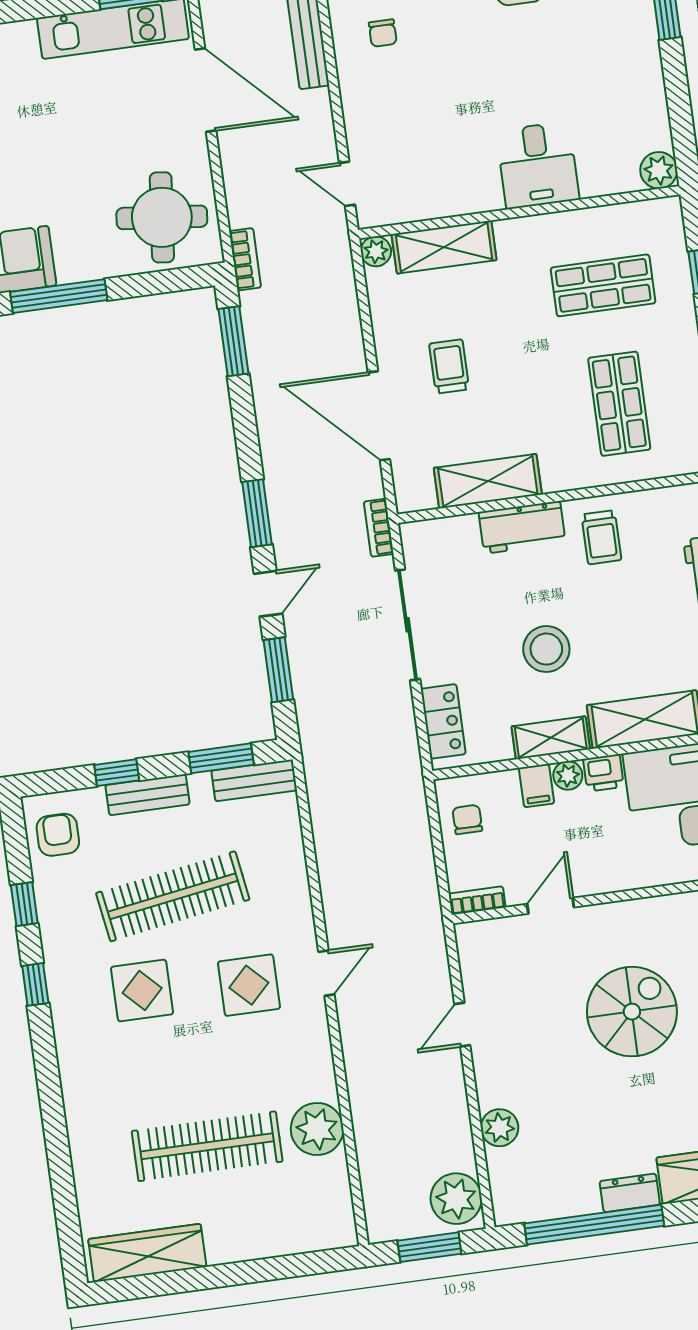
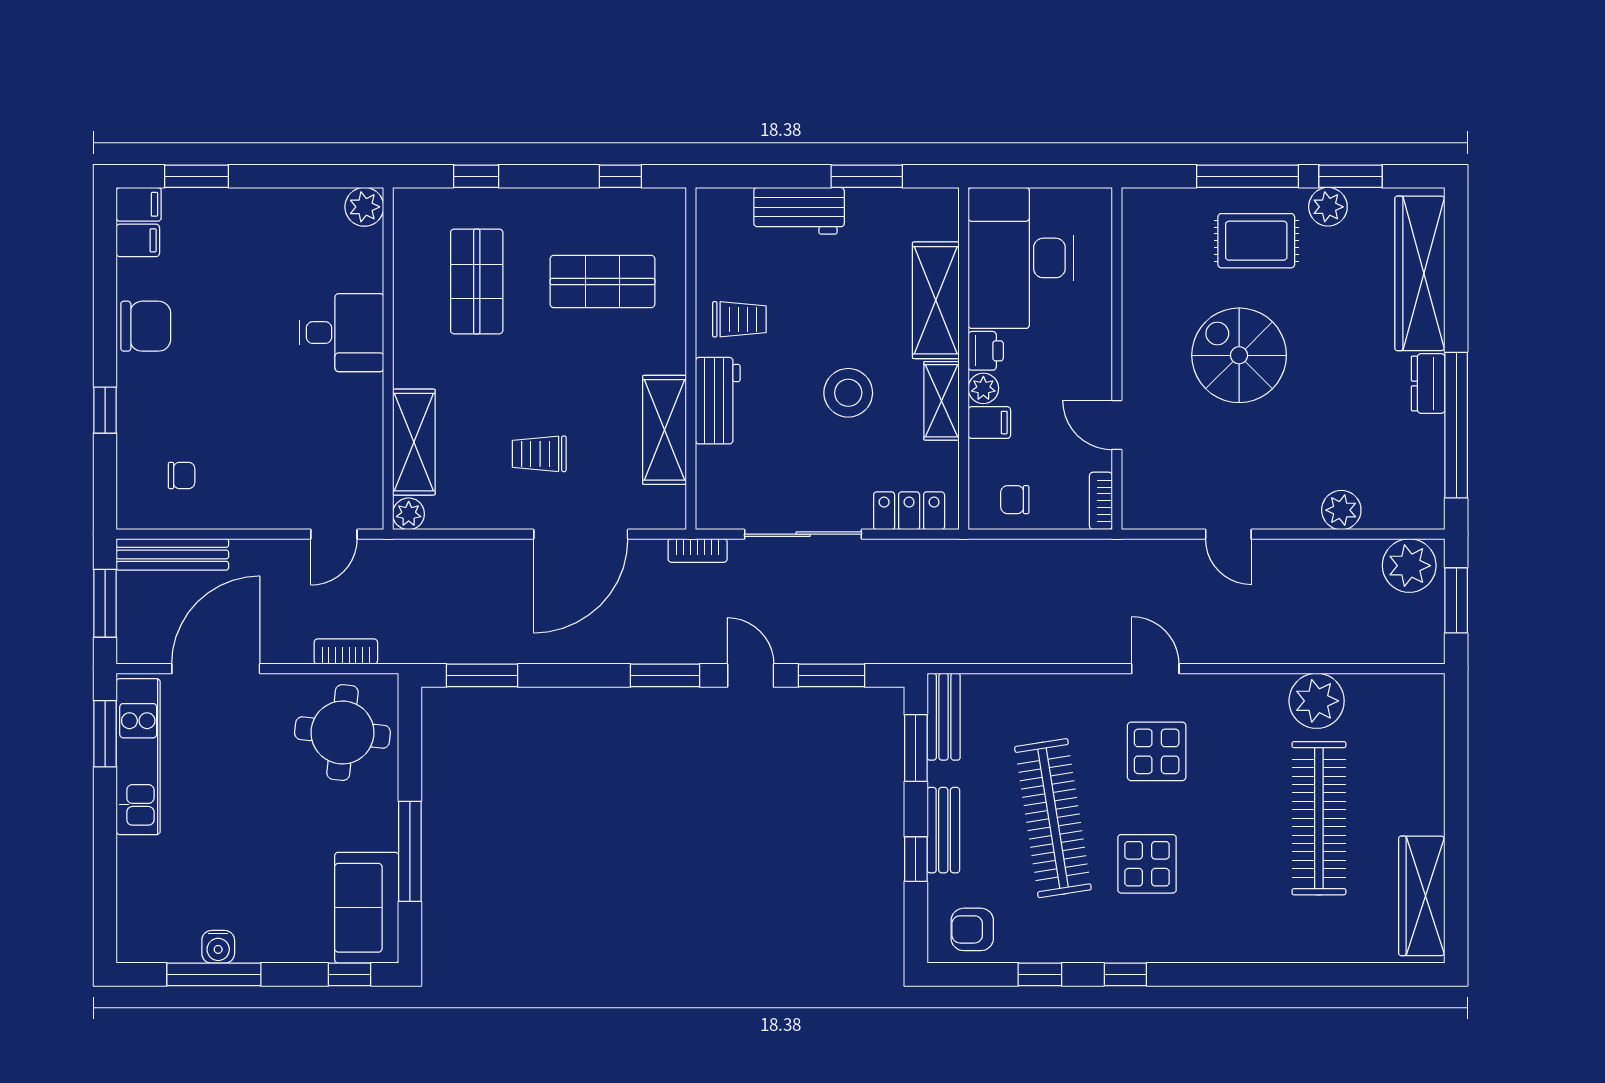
bookcase: (245, 259) -> (346, 652), moved

